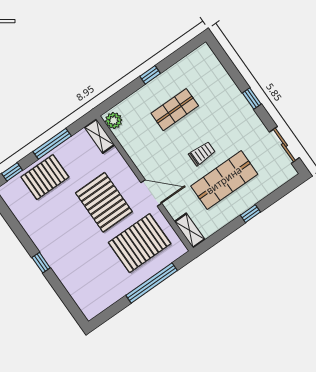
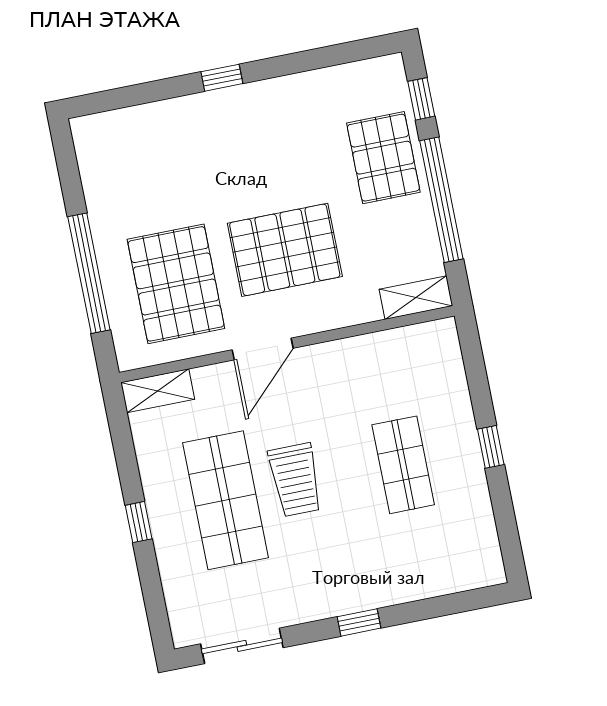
plant: (114, 121) -> (434, 338), removed
window: (52, 144) -> (441, 200), width x1.46
trolley: (202, 154) -> (295, 480), width x1.36, depth x1.39

